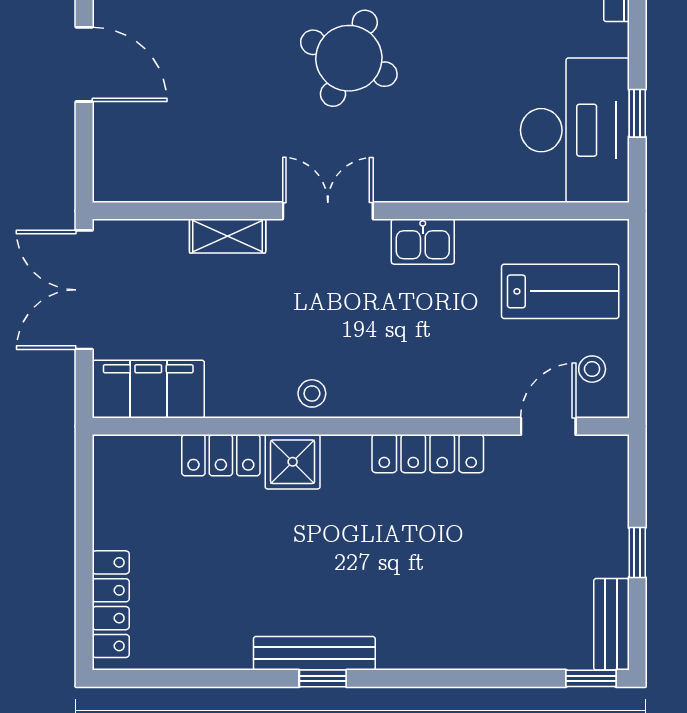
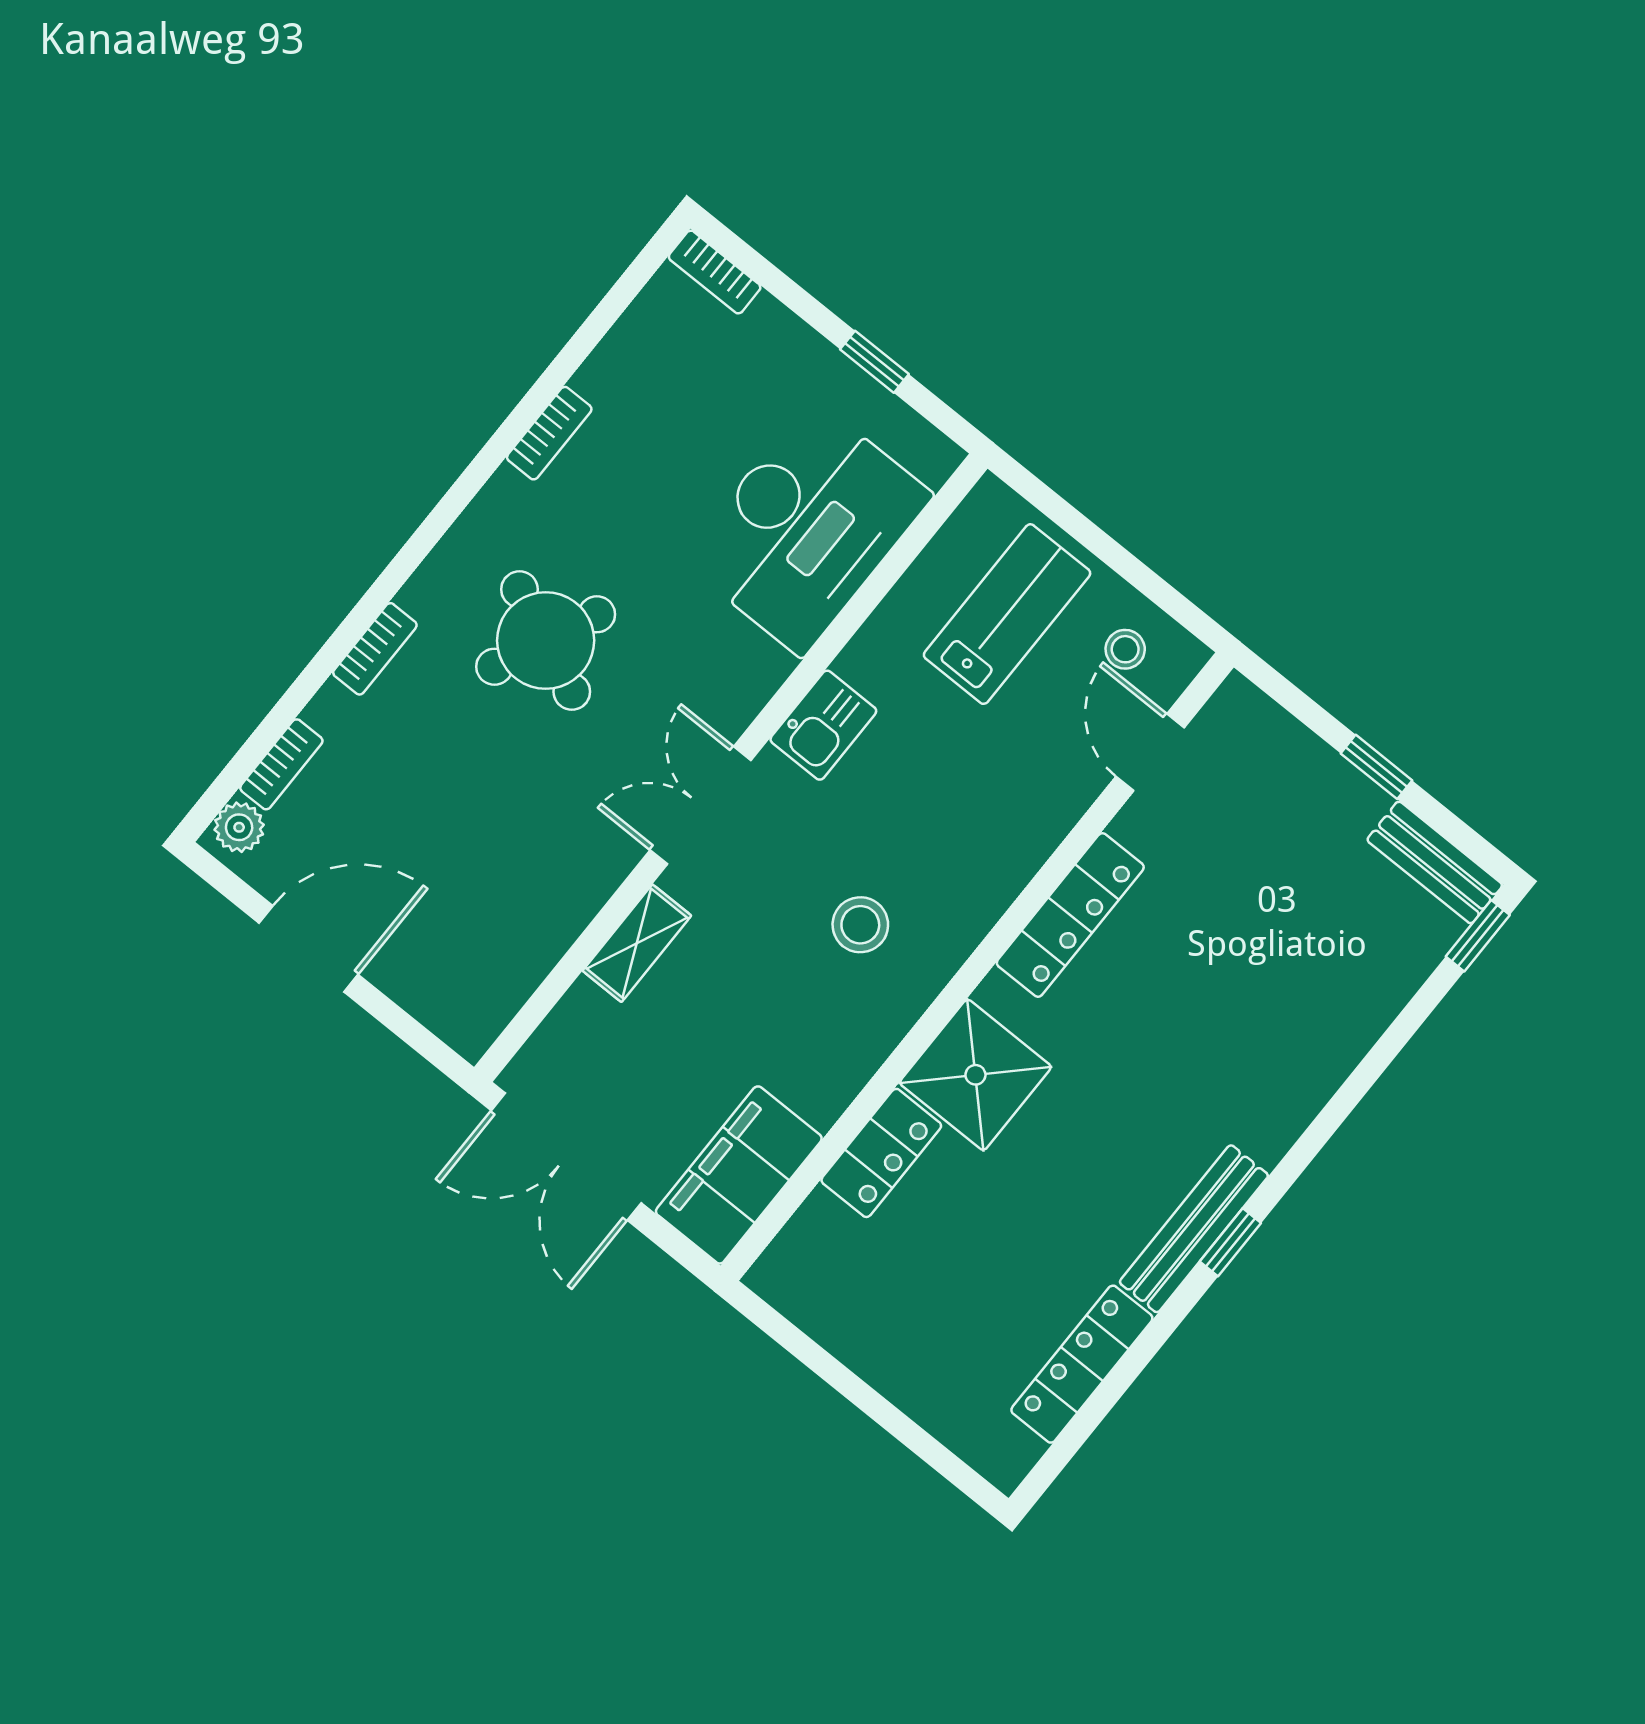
desk: (575, 130) -> (807, 528), moved, turned 90
stool: (312, 393) -> (860, 925), moved, width x1.37, depth x1.37
shower: (293, 462) -> (975, 1075), width x1.36, depth x1.36
locker: (111, 604) -> (1082, 1364), moved, turned -90

